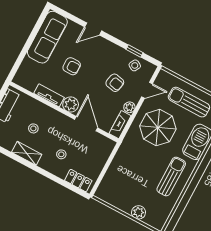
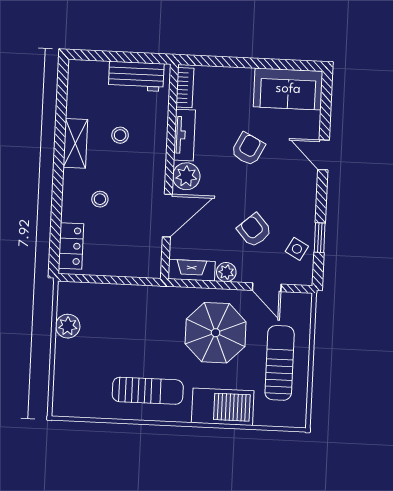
sofa: (47, 37) -> (288, 89), width x0.73
armchair: (72, 66) -> (248, 149), turned -153
armchair: (115, 83) -> (254, 230), turned 127
bookcase: (25, 84) -> (185, 88), added
plant: (139, 212) -> (68, 326), moved

